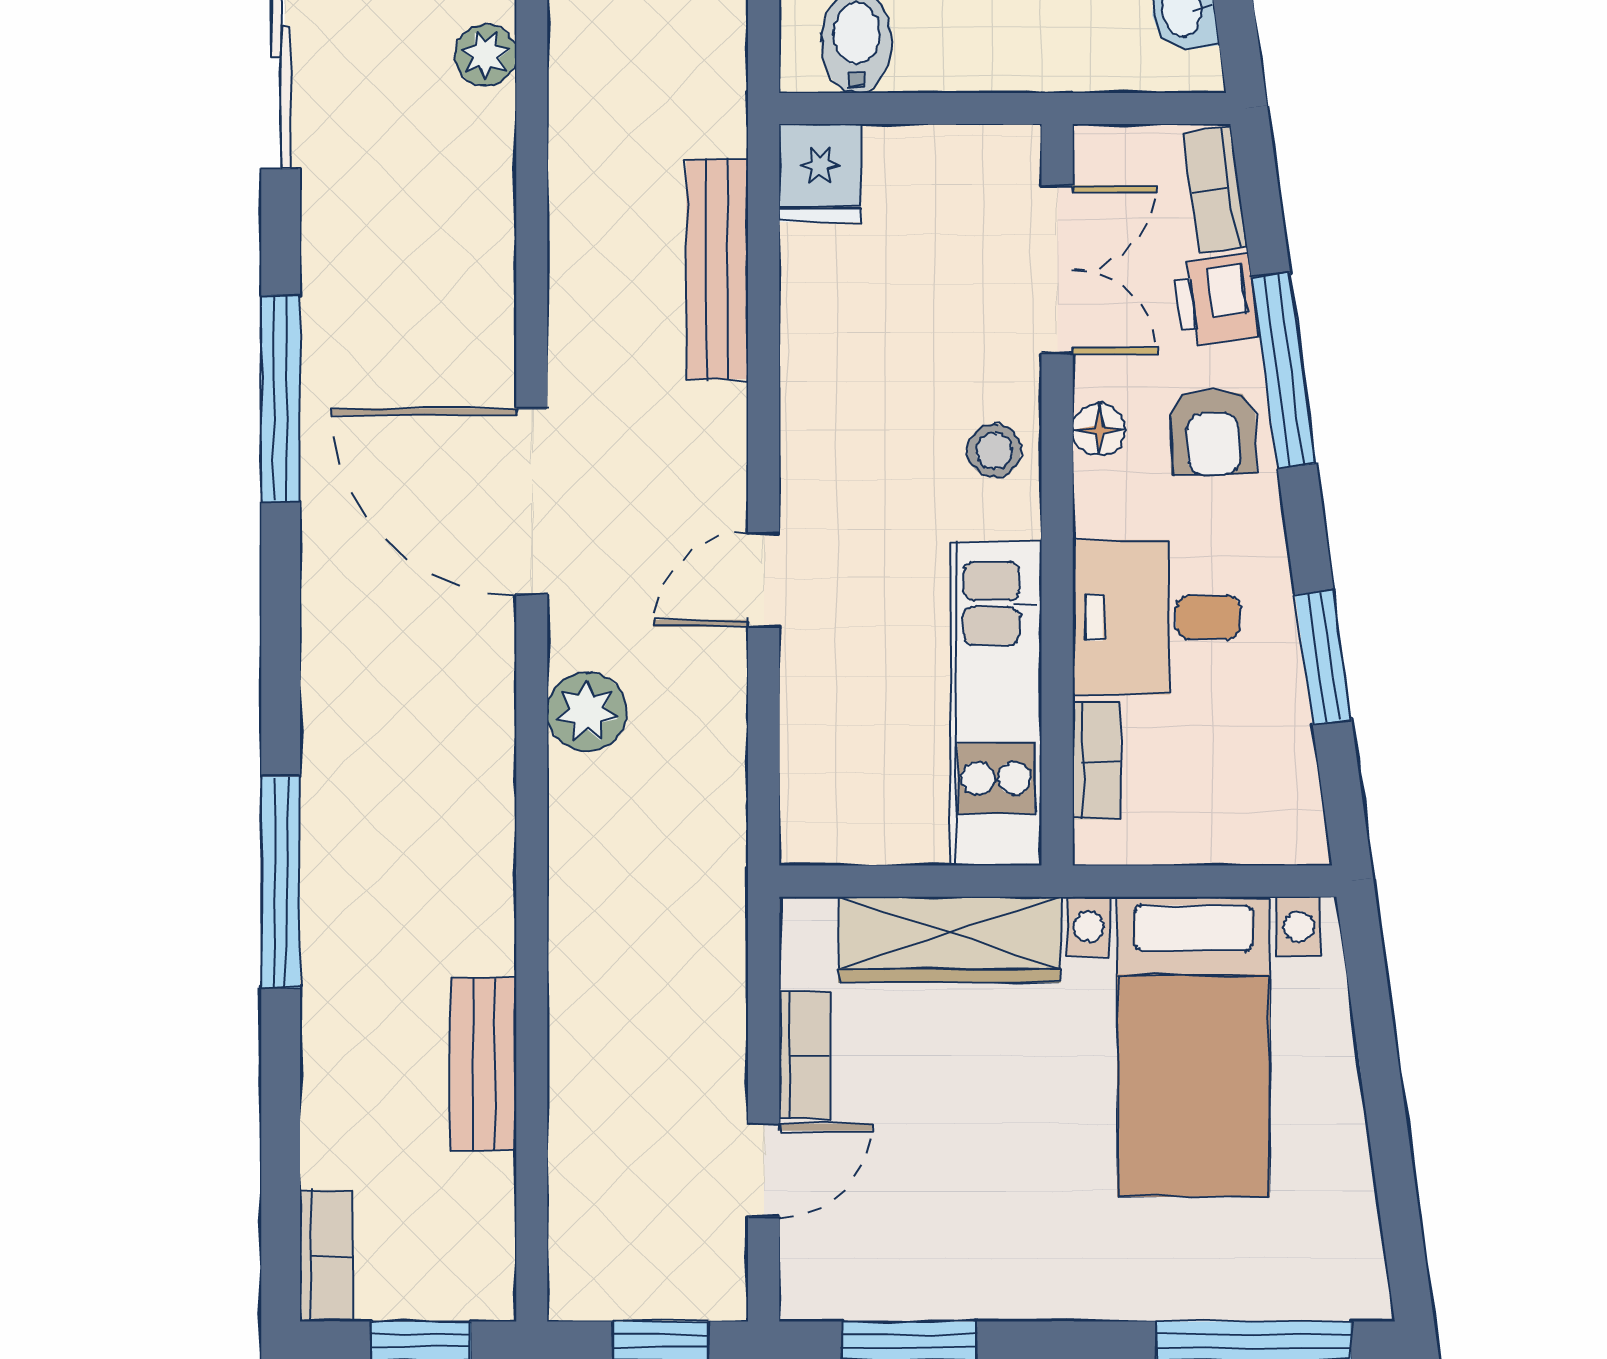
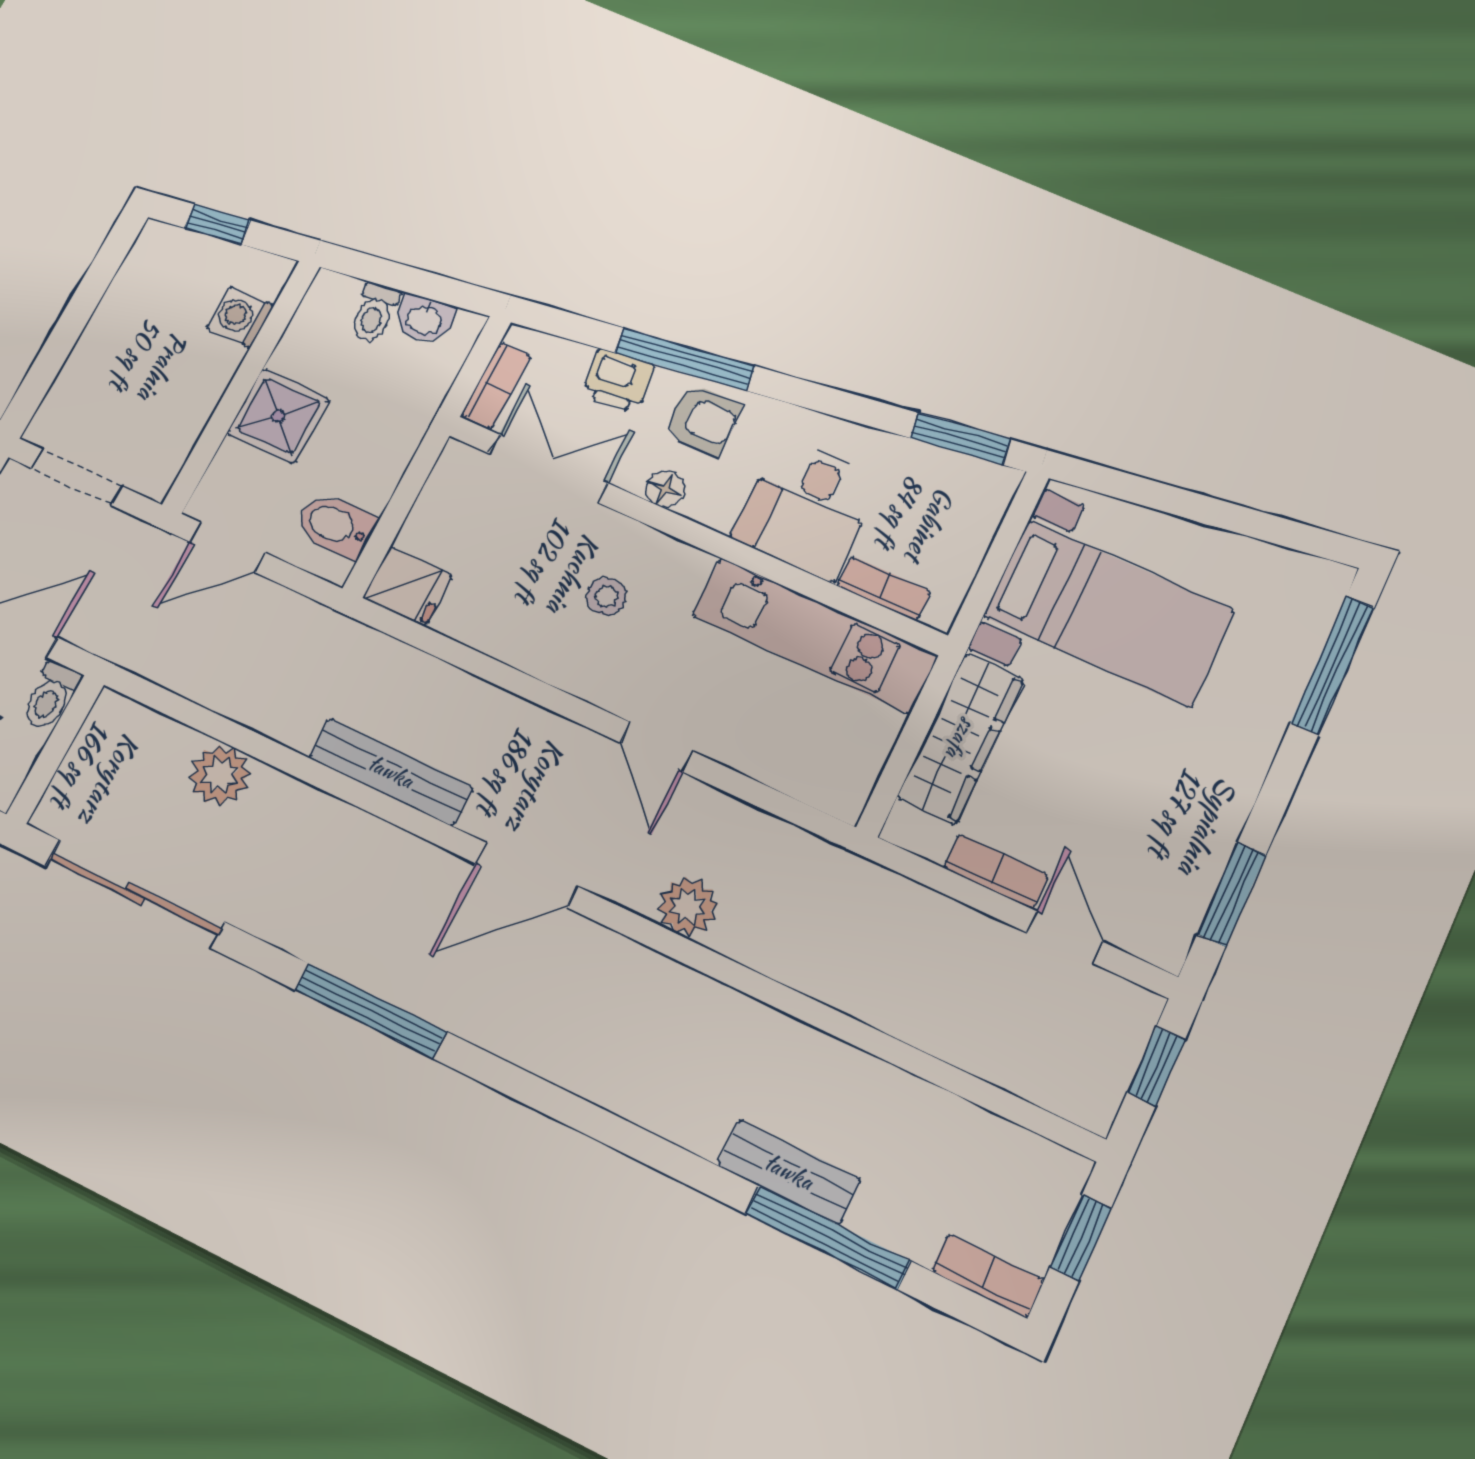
plant: (486, 55) -> (220, 775), width x1.38, depth x1.38
bookcase: (1215, 190) -> (496, 385), moved, turned -82
bench: (717, 269) -> (391, 772), moved
stool: (994, 451) -> (606, 596), moved
door: (532, 501) -> (526, 875), width x0.73
window: (1323, 657) -> (960, 439), moved
window: (281, 882) -> (828, 1237), moved
bench: (483, 1064) -> (789, 1172), moved

